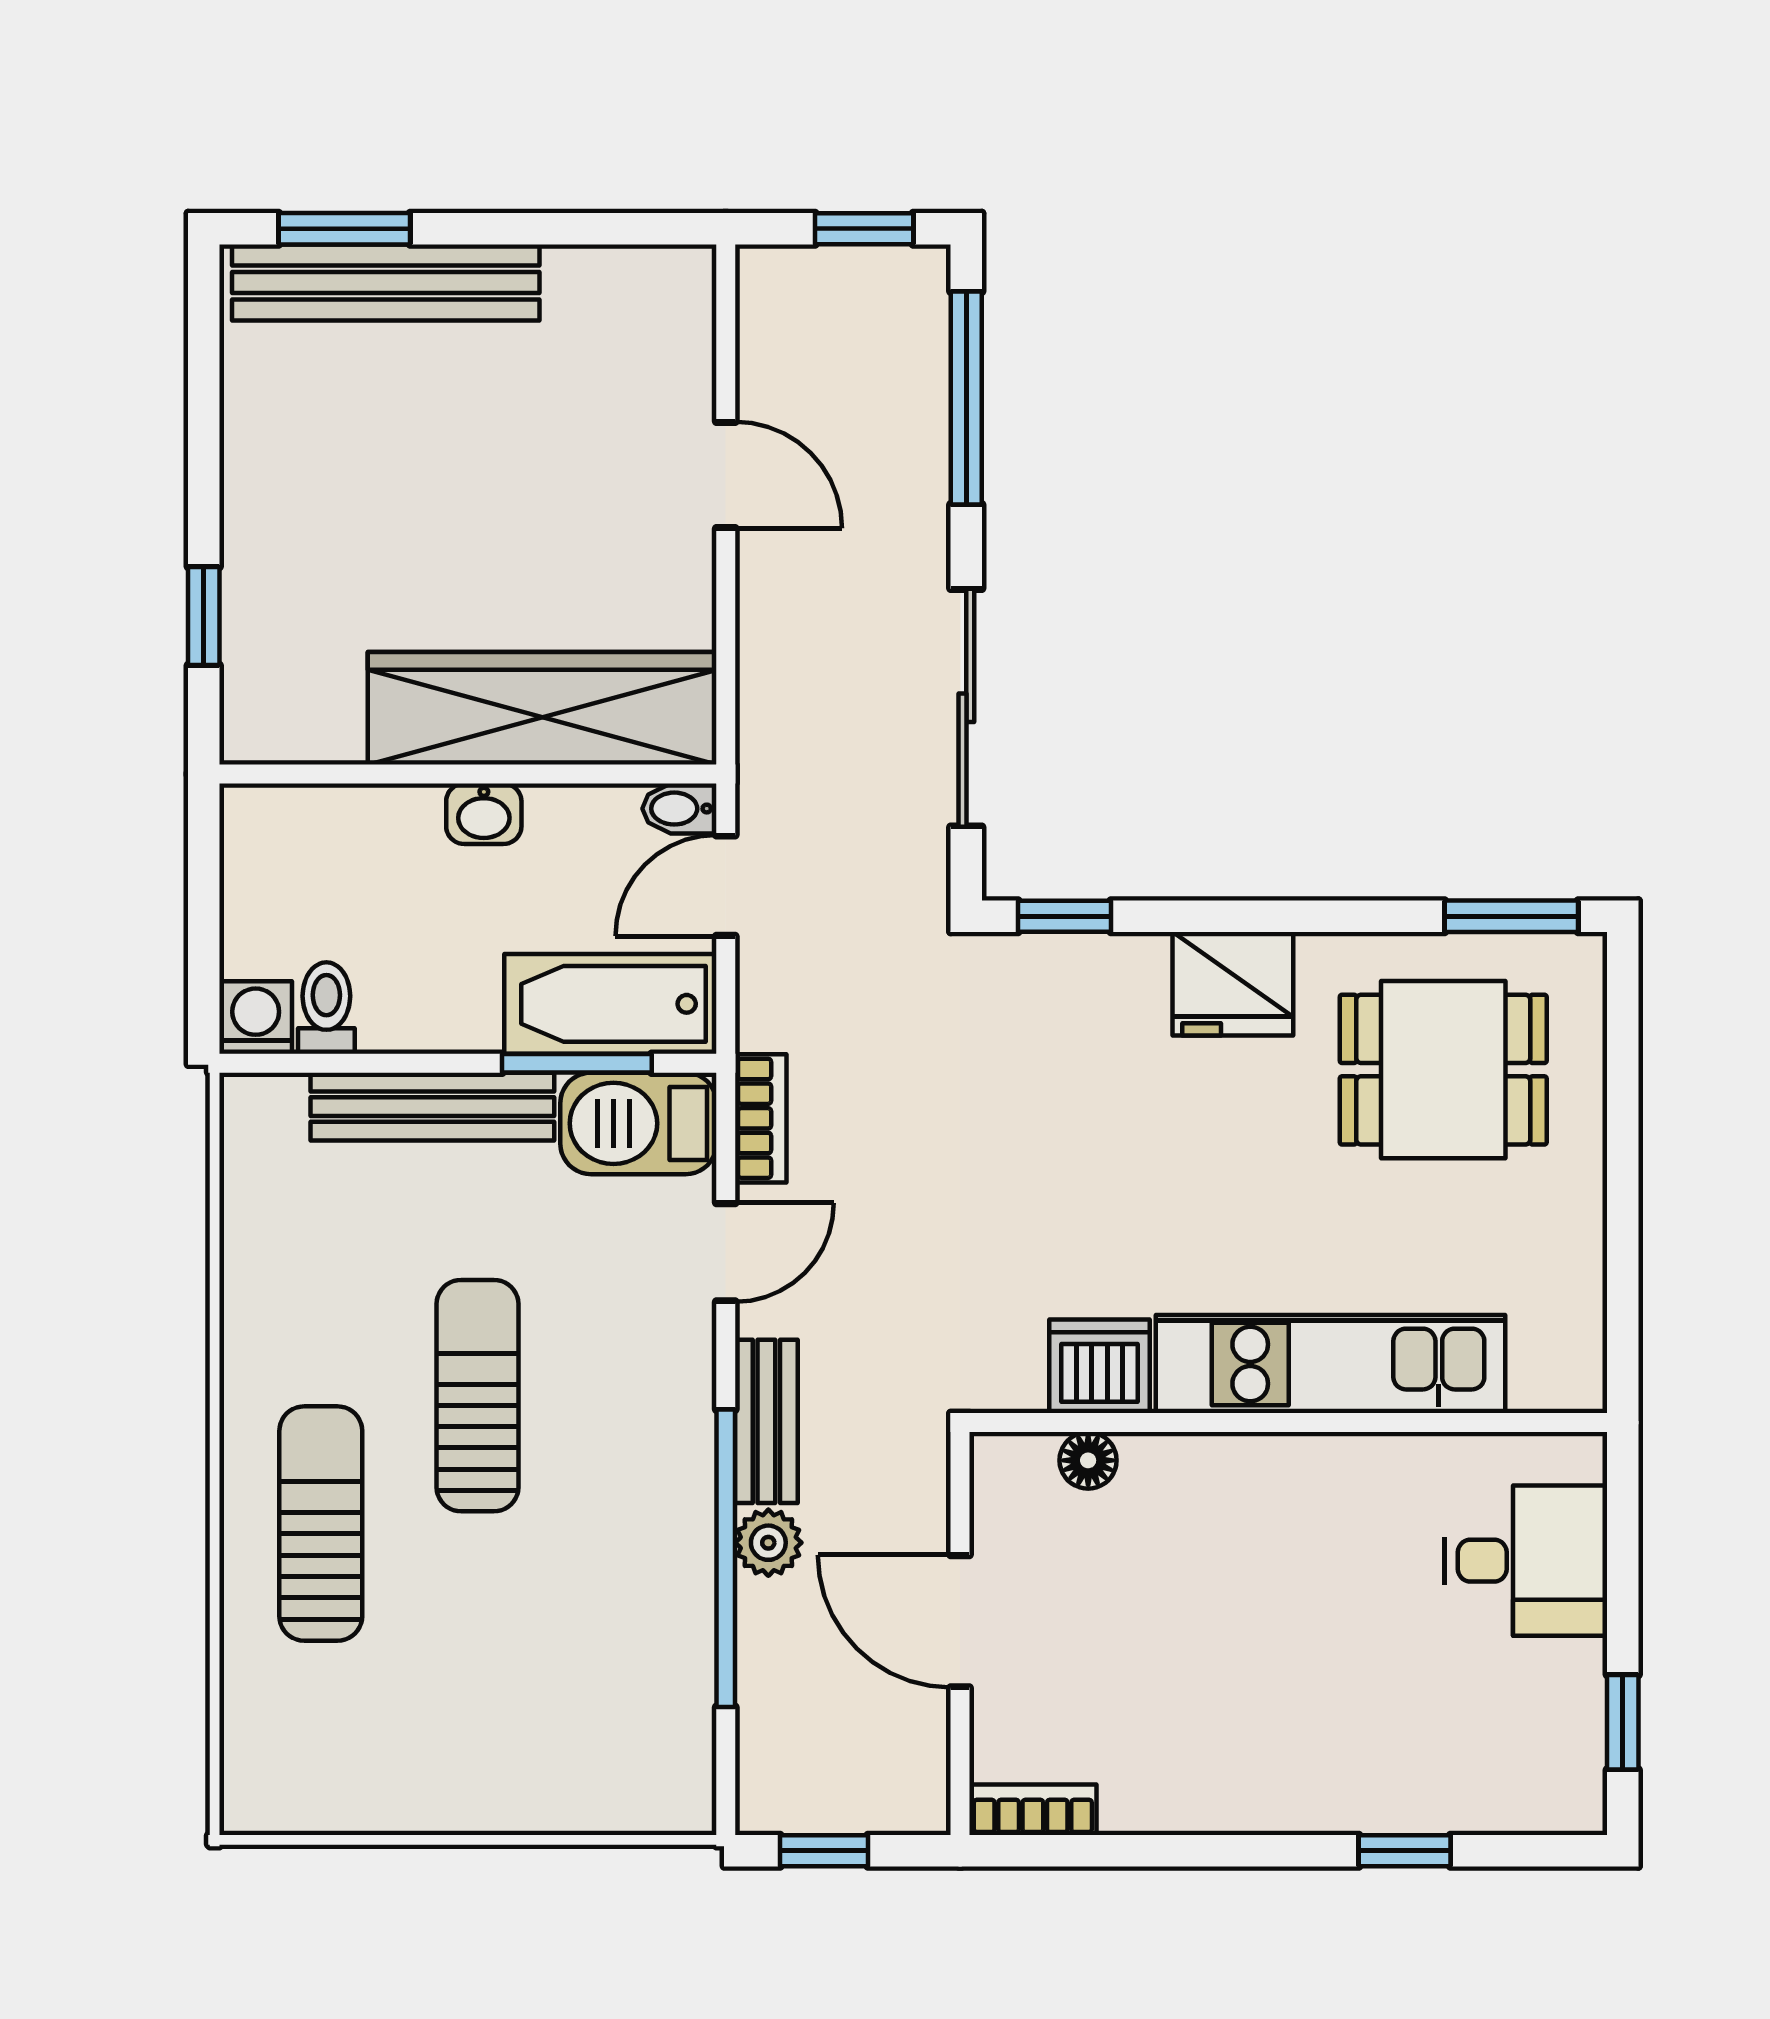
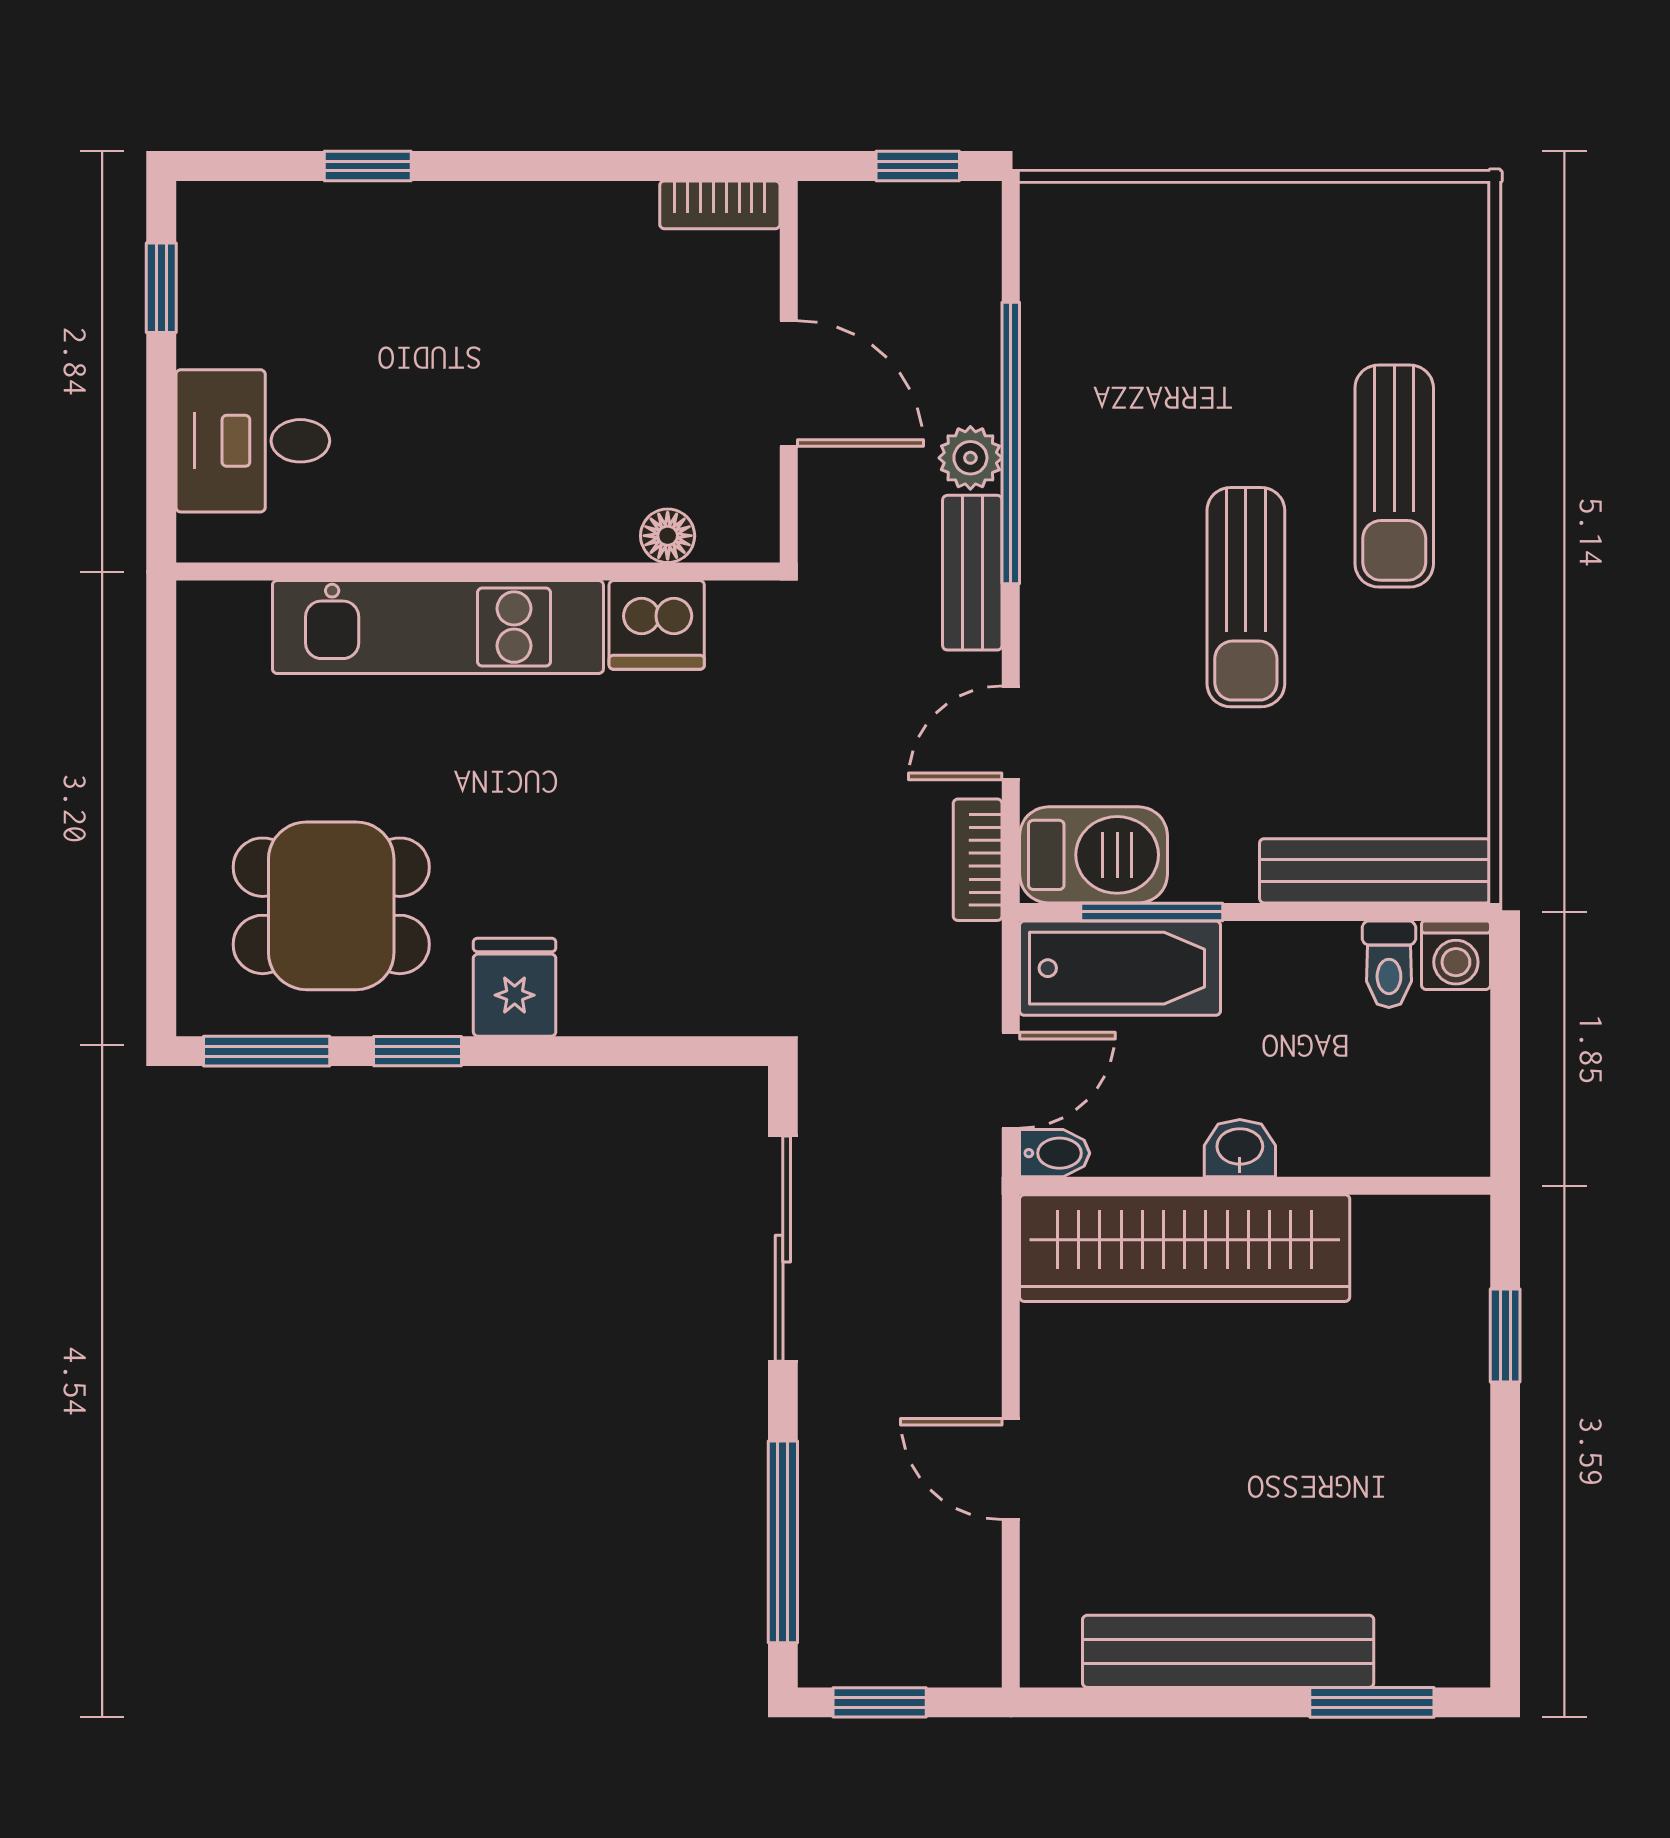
bench: (386, 283) -> (1228, 1651), moved
window: (1064, 916) -> (418, 1051), moved
fridge: (1233, 984) -> (515, 987), width x0.72
bench: (432, 1107) -> (1375, 871), moved

